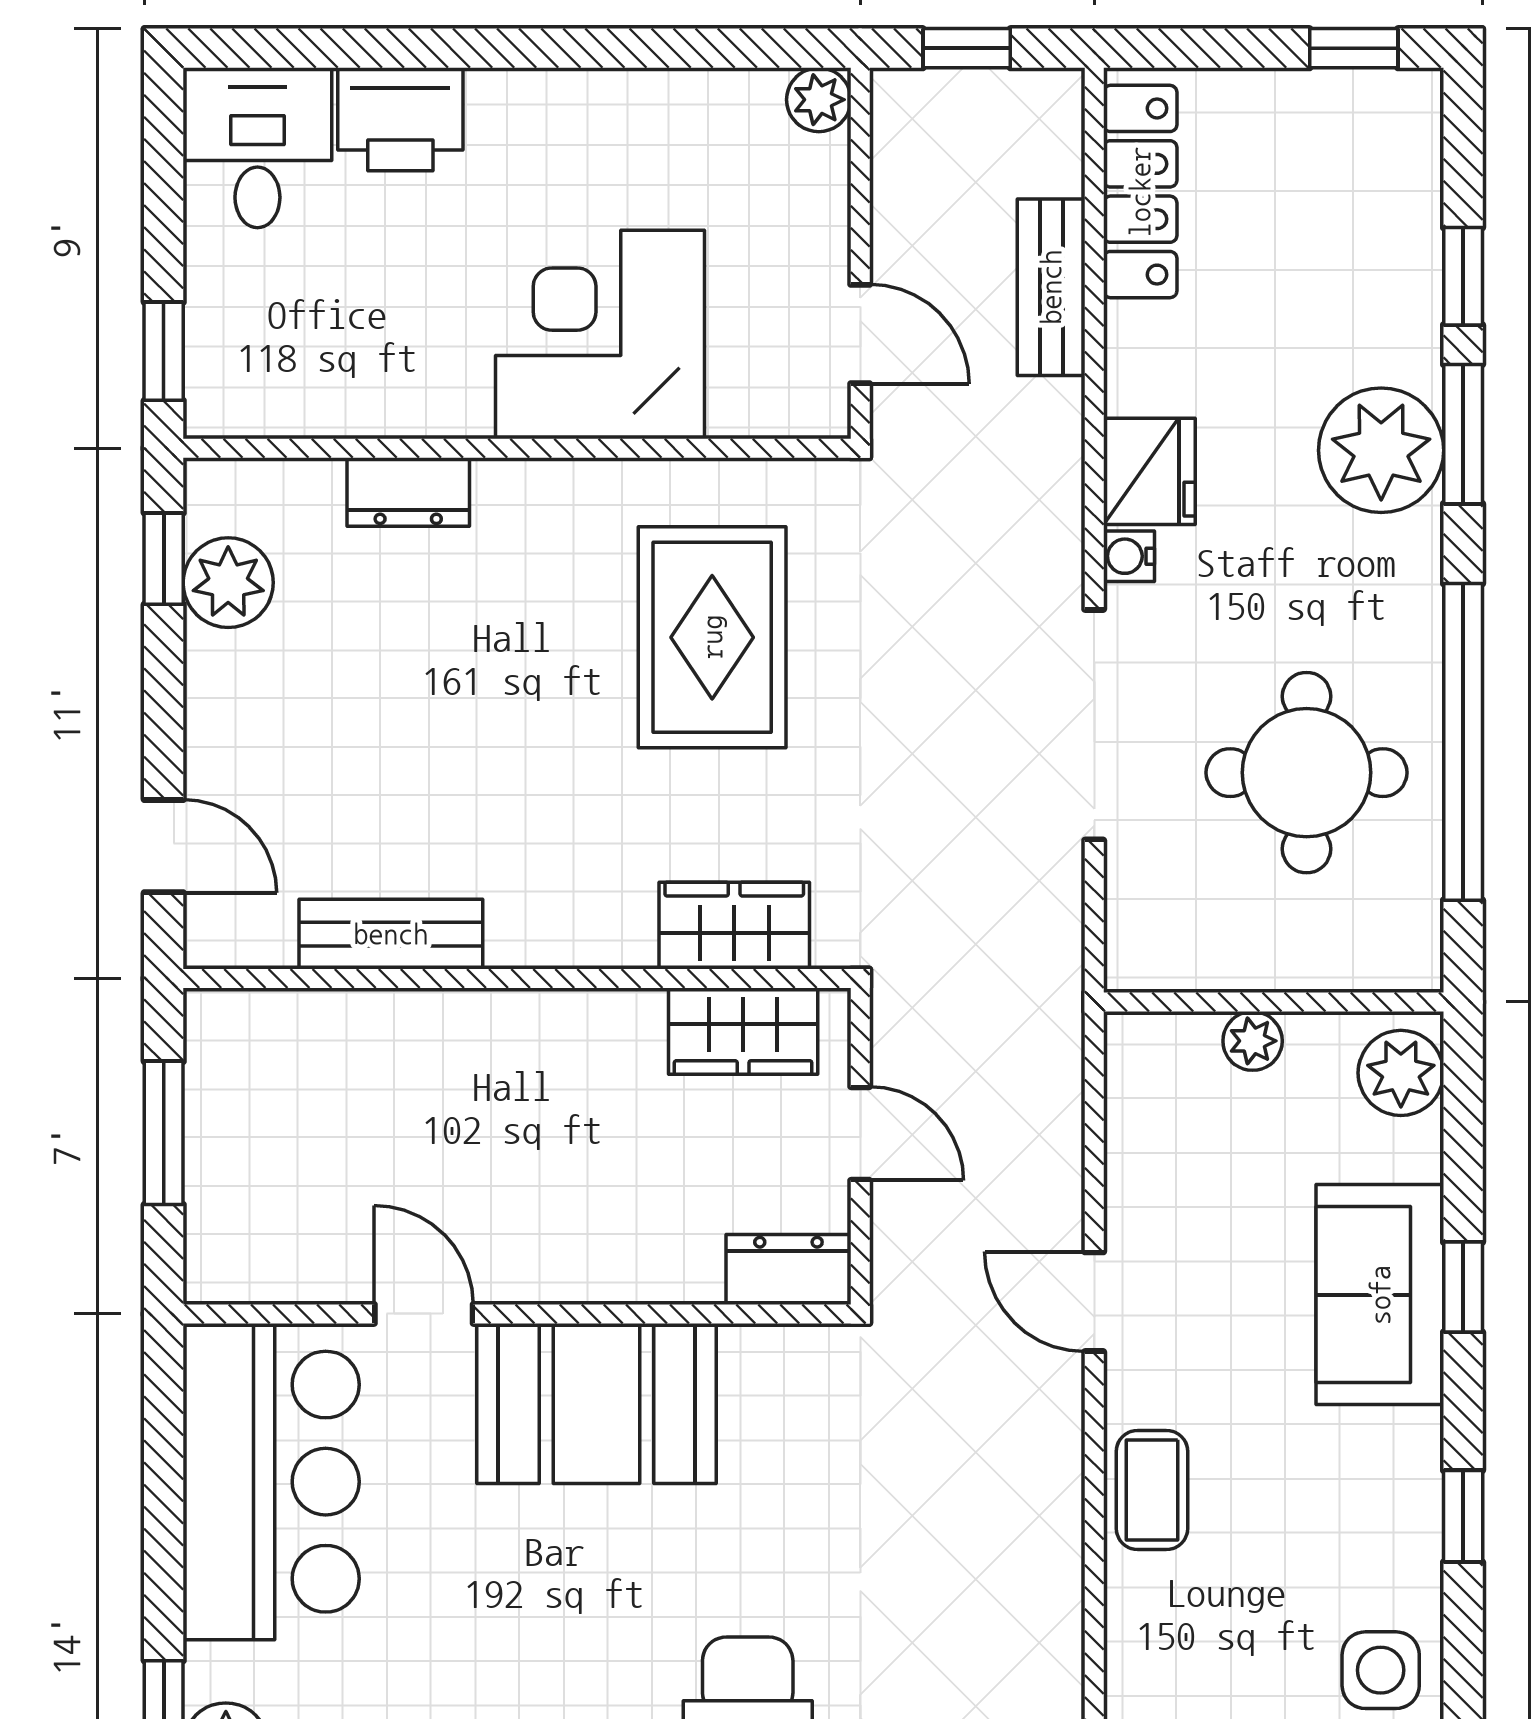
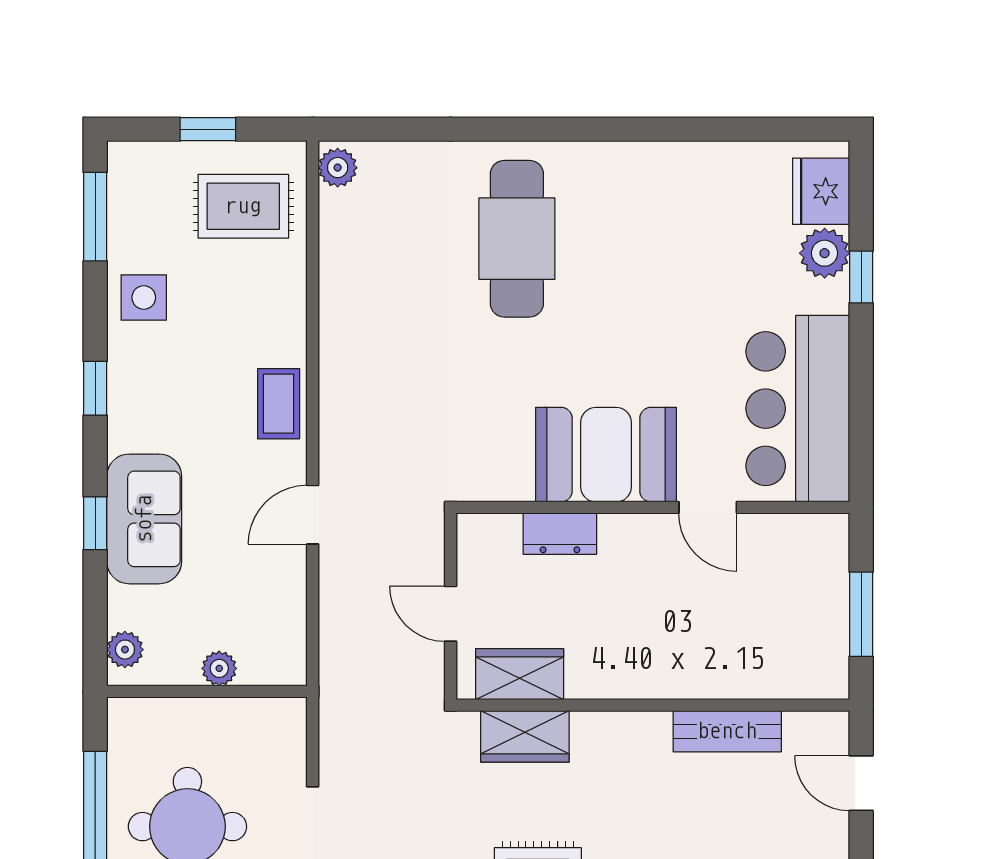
plant: (1401, 1073) -> (125, 650), width x0.73, depth x0.73
dresser: (788, 1270) -> (560, 534), moved
door: (1094, 1302) -> (313, 515), swing flipped

